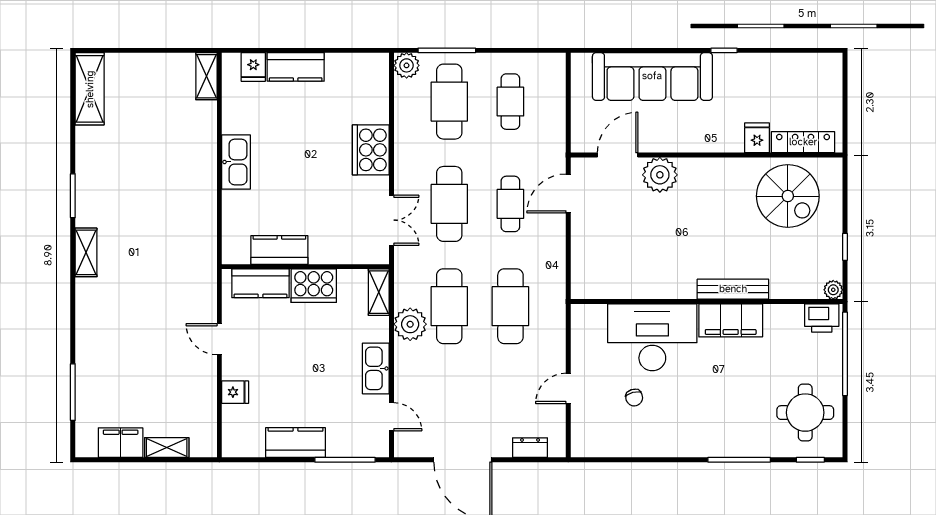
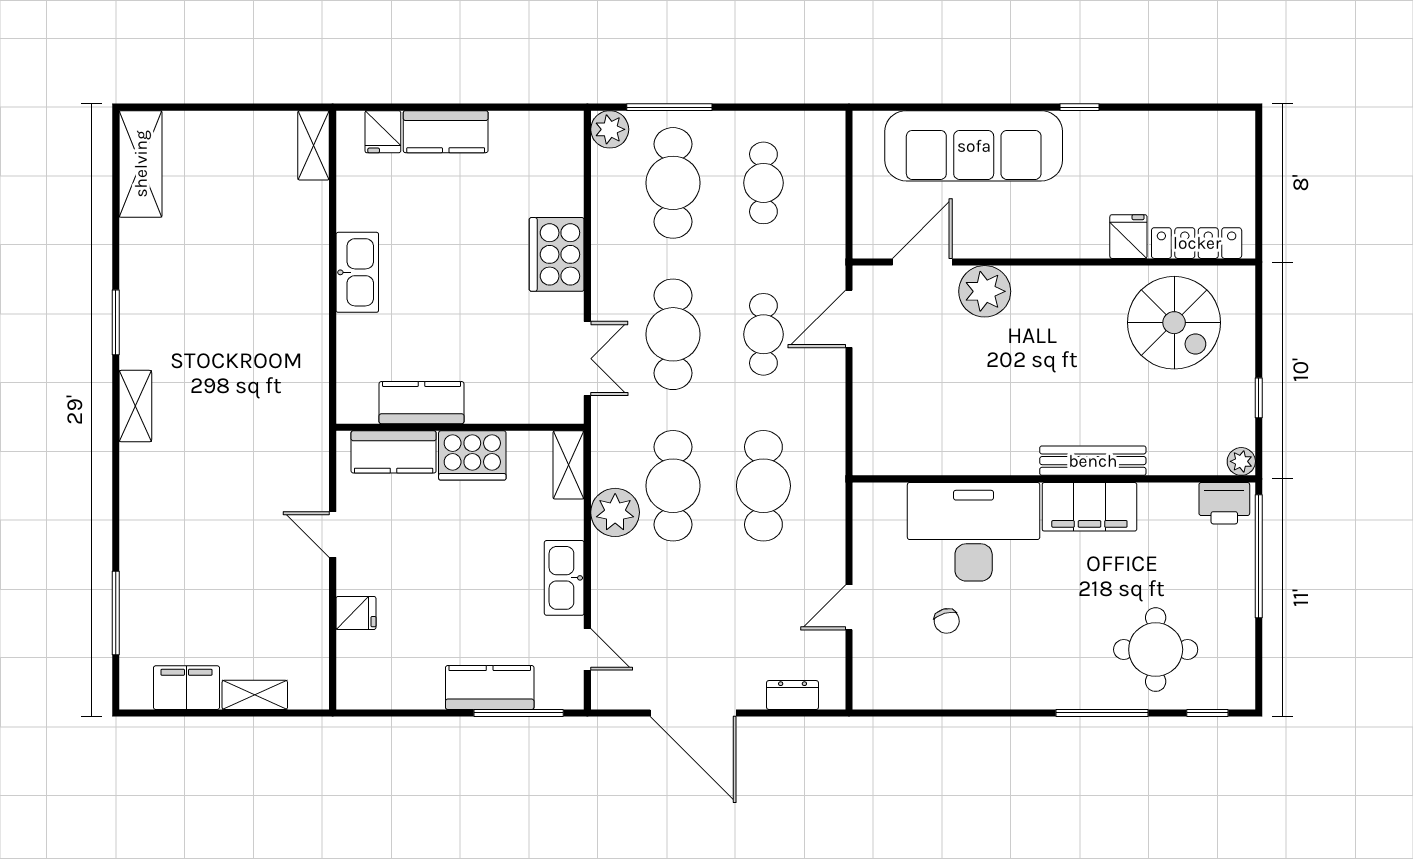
round table: (805, 413) -> (1156, 650), moved
kitchen counter: (296, 442) -> (490, 687), moved

